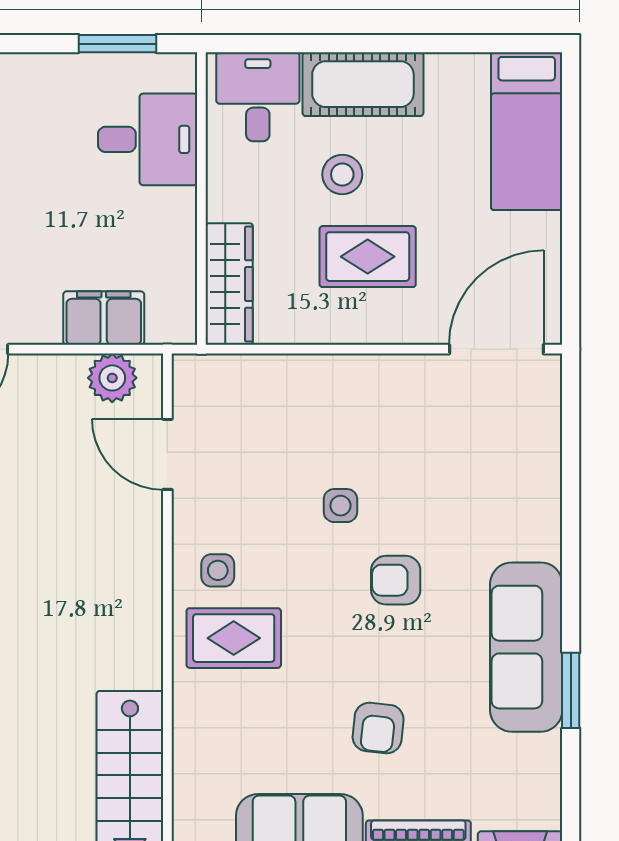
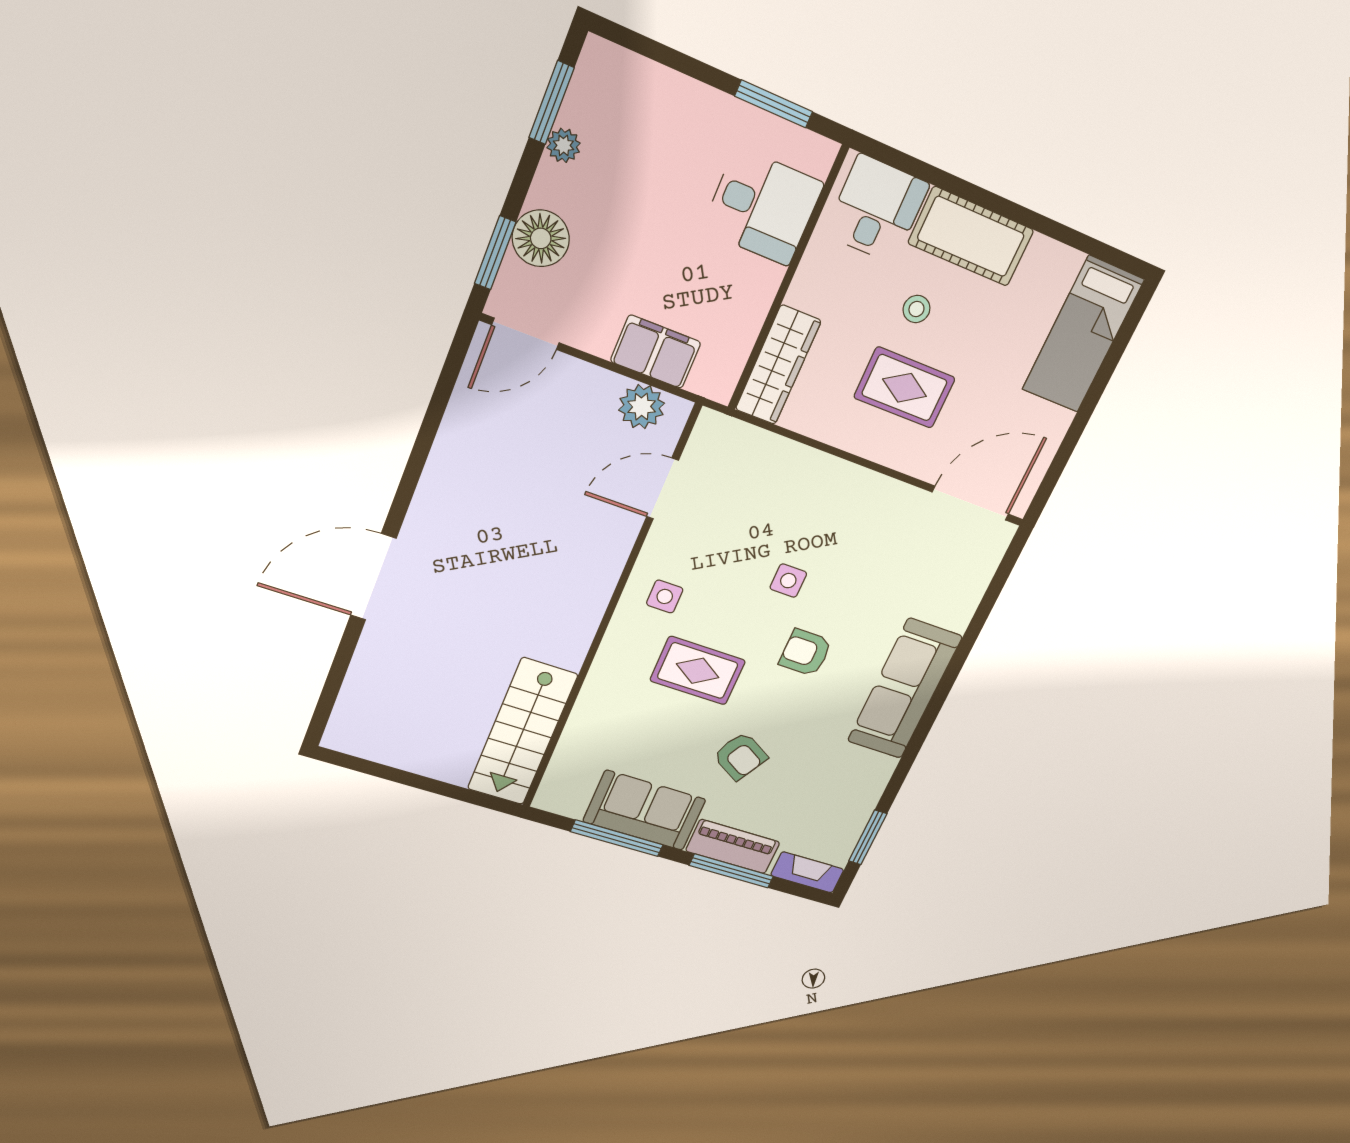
stool: (342, 174) -> (916, 309), width x0.73, depth x0.73
door: (167, 454) -> (662, 489), hinge flipped
rug: (234, 638) -> (698, 671), moved
sofa: (526, 647) -> (905, 689), moved
window: (571, 690) -> (868, 837), moved
armchair: (378, 728) -> (740, 756), turned -66

